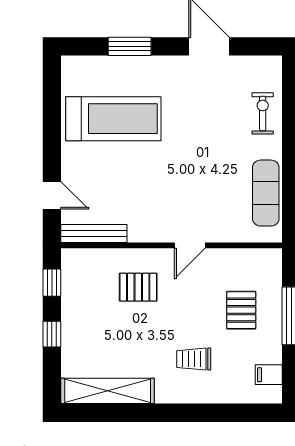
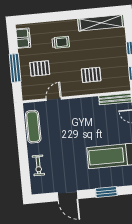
door: (190, 245) -> (54, 99), moved
pallet: (241, 310) -> (40, 68), turned 90
filing cabinet: (269, 375) -> (23, 38), width x2.00

